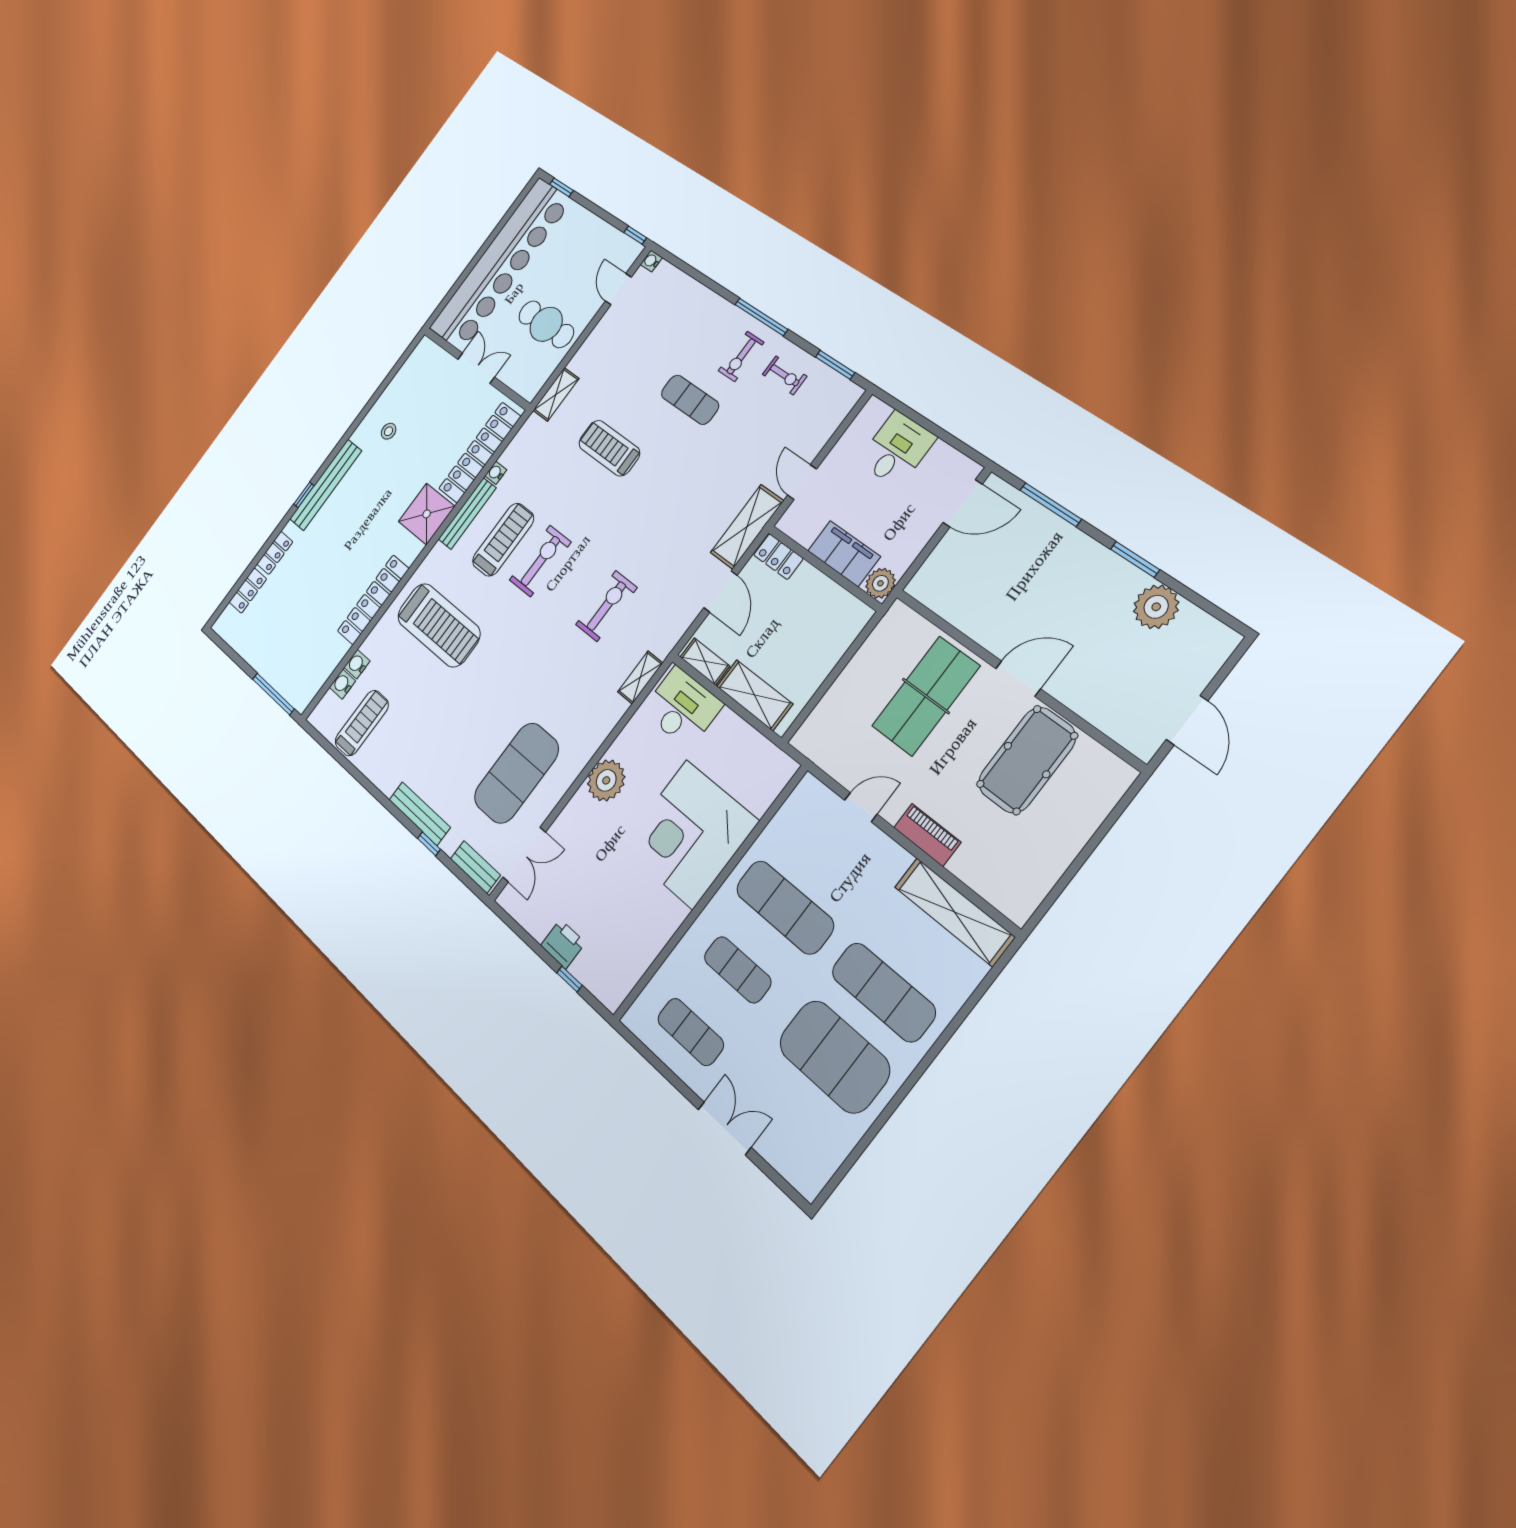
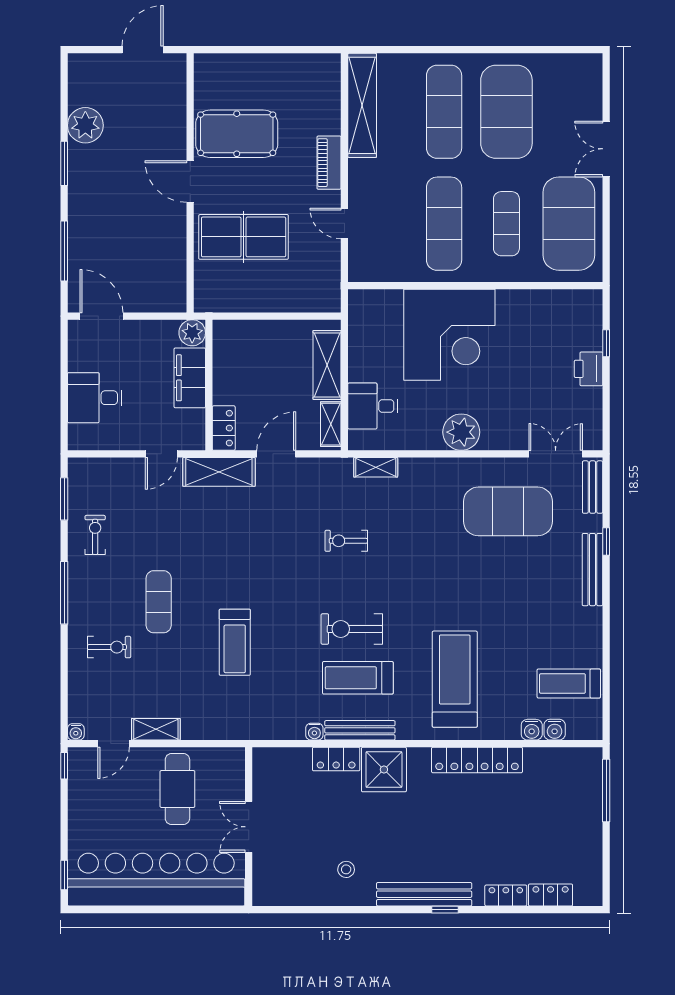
exercise bike: (741, 356) -> (109, 647), moved
shelving: (556, 394) -> (156, 729), moved
locker: (480, 453) -> (336, 759), width x0.46, depth x0.83
exercise bike: (606, 606) -> (346, 541), width x0.73, depth x0.72
desk: (682, 708) -> (373, 406), width x0.73
exercise mat: (691, 1032) -> (569, 224), width x2.00, depth x1.45

